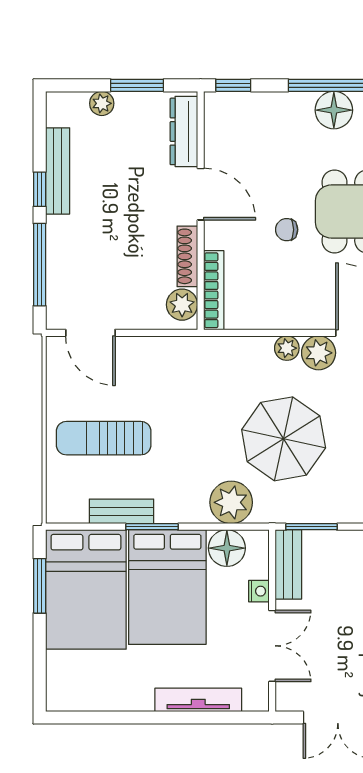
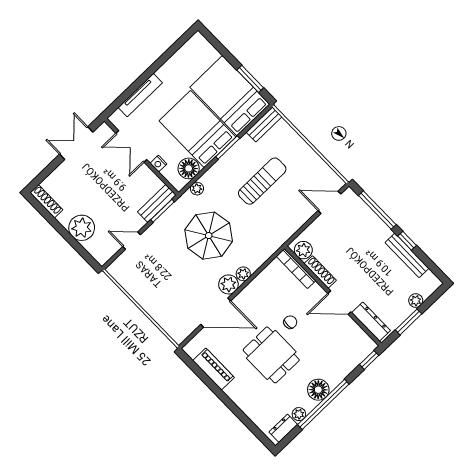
sun lounger: (104, 438) -> (262, 181), moved
plant: (231, 502) -> (197, 189), width x0.53, depth x0.53
bench: (121, 511) -> (264, 124), moved
bench: (288, 564) -> (157, 203), moved, turned 90

